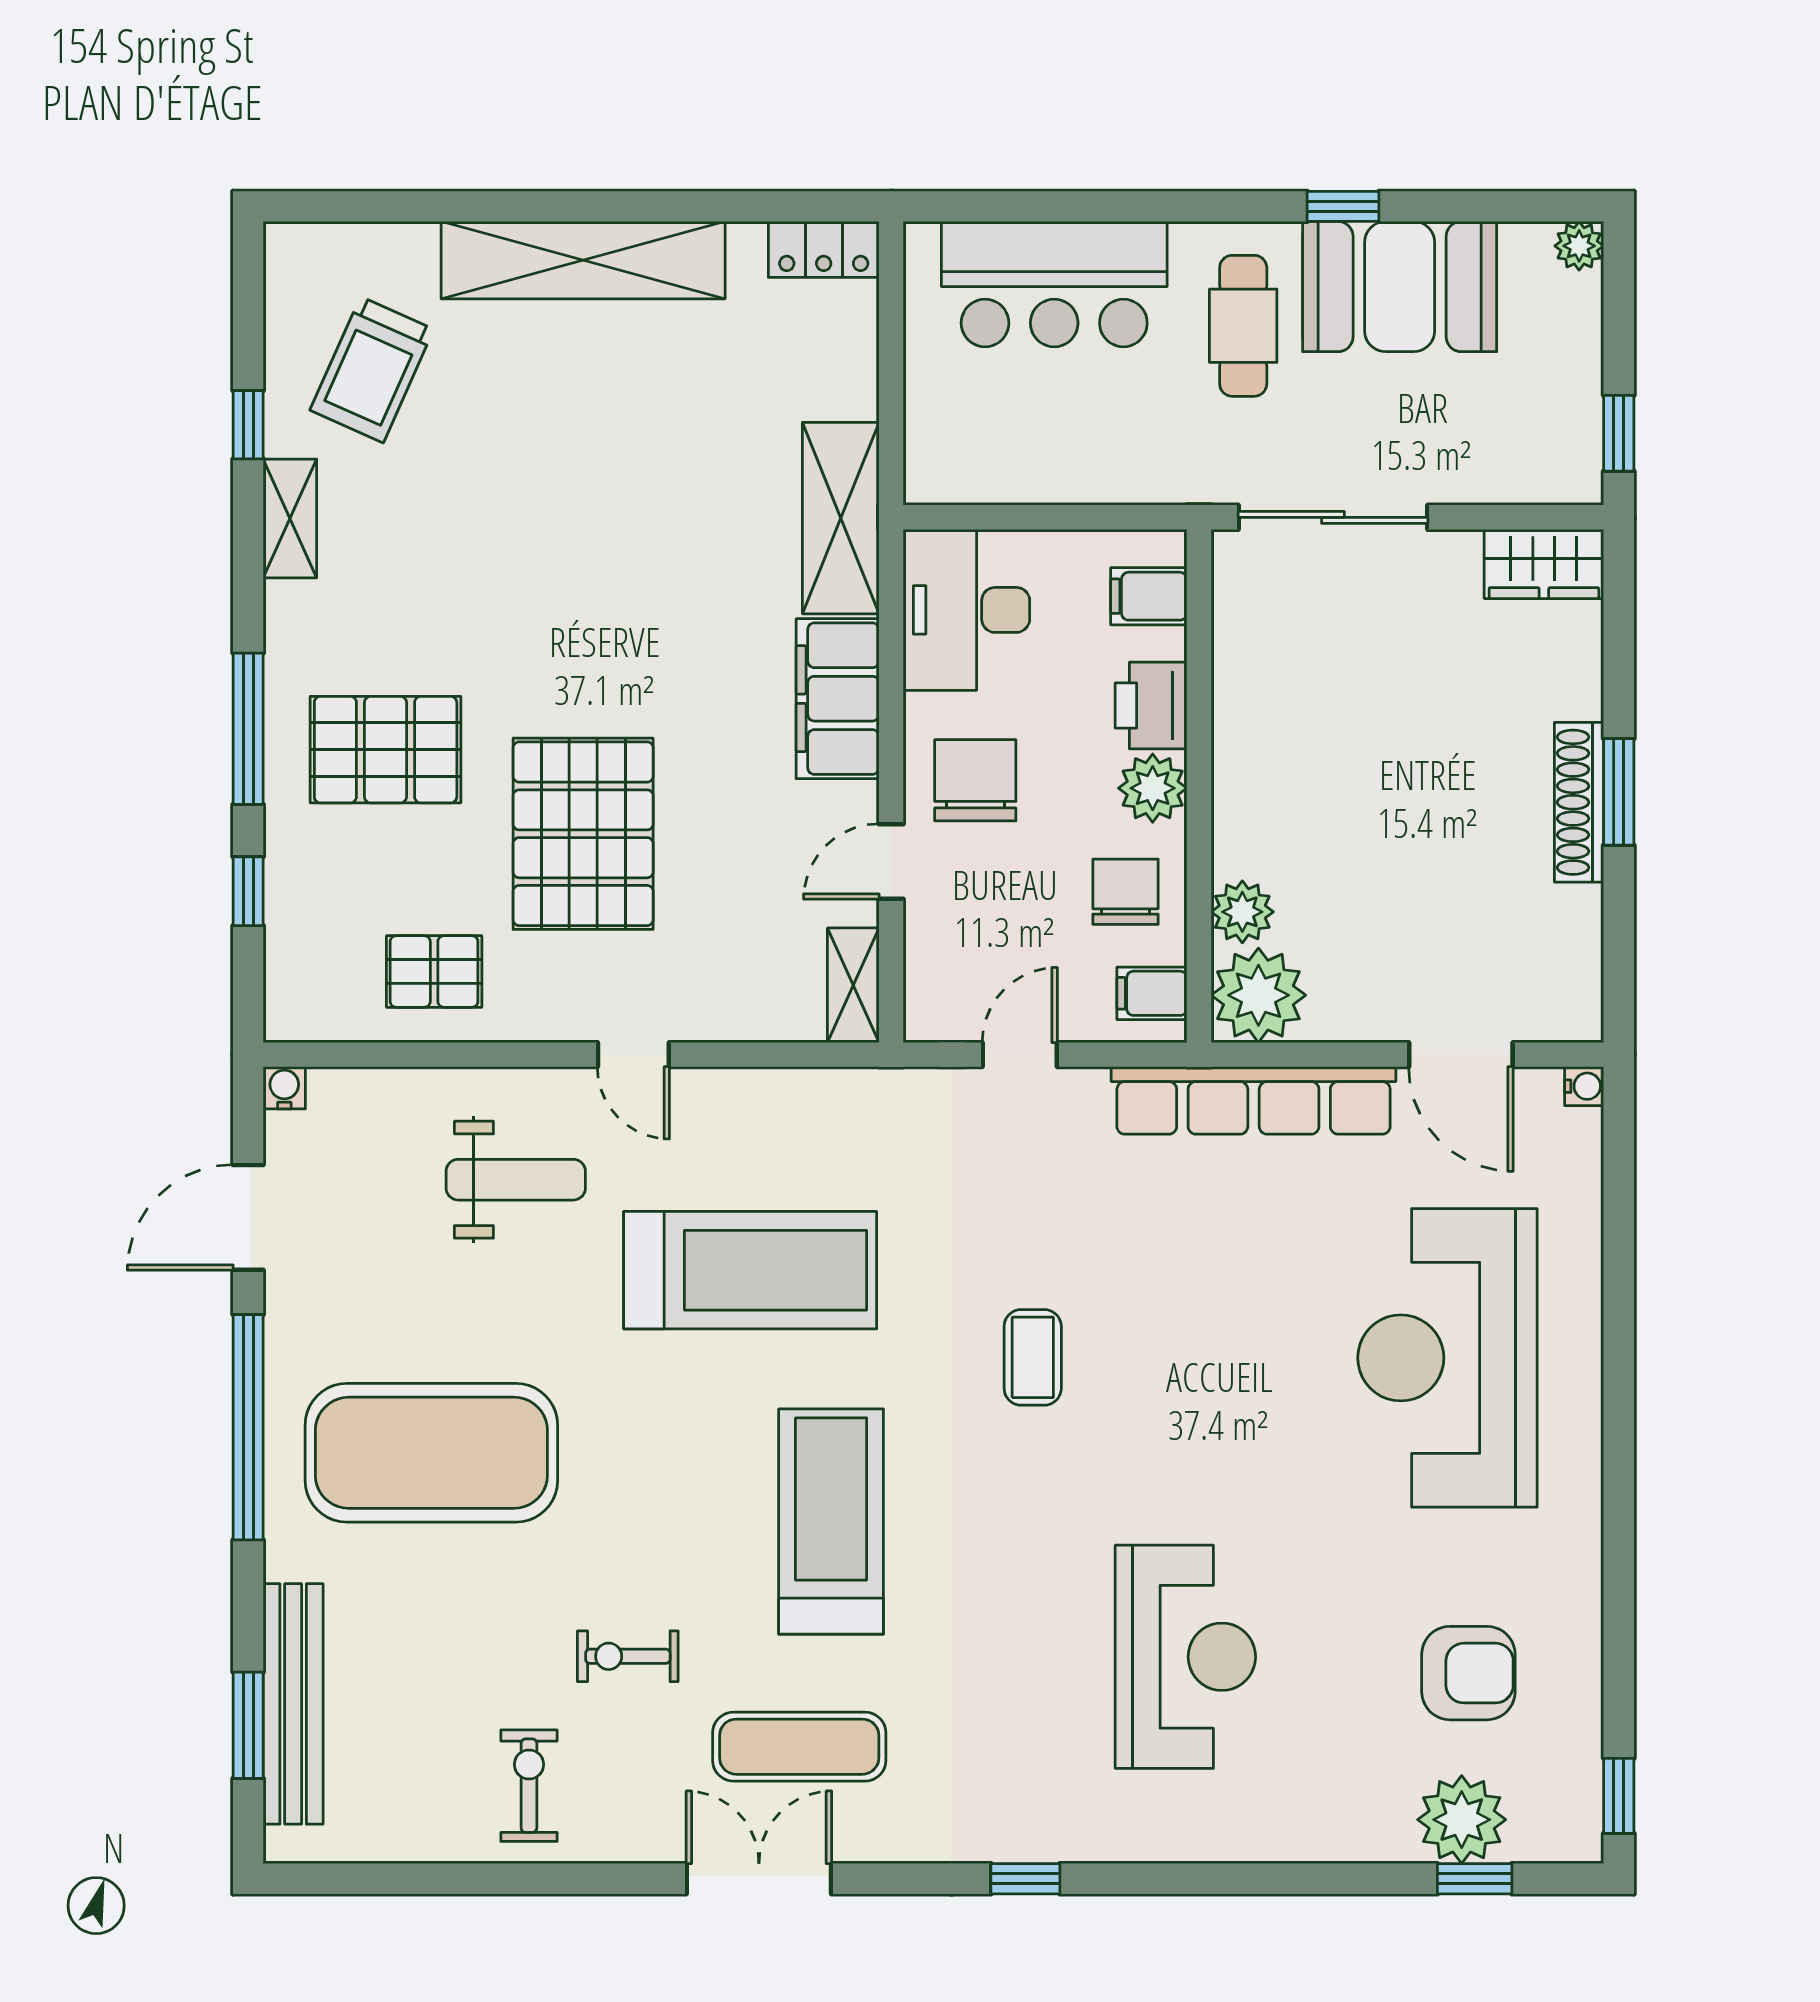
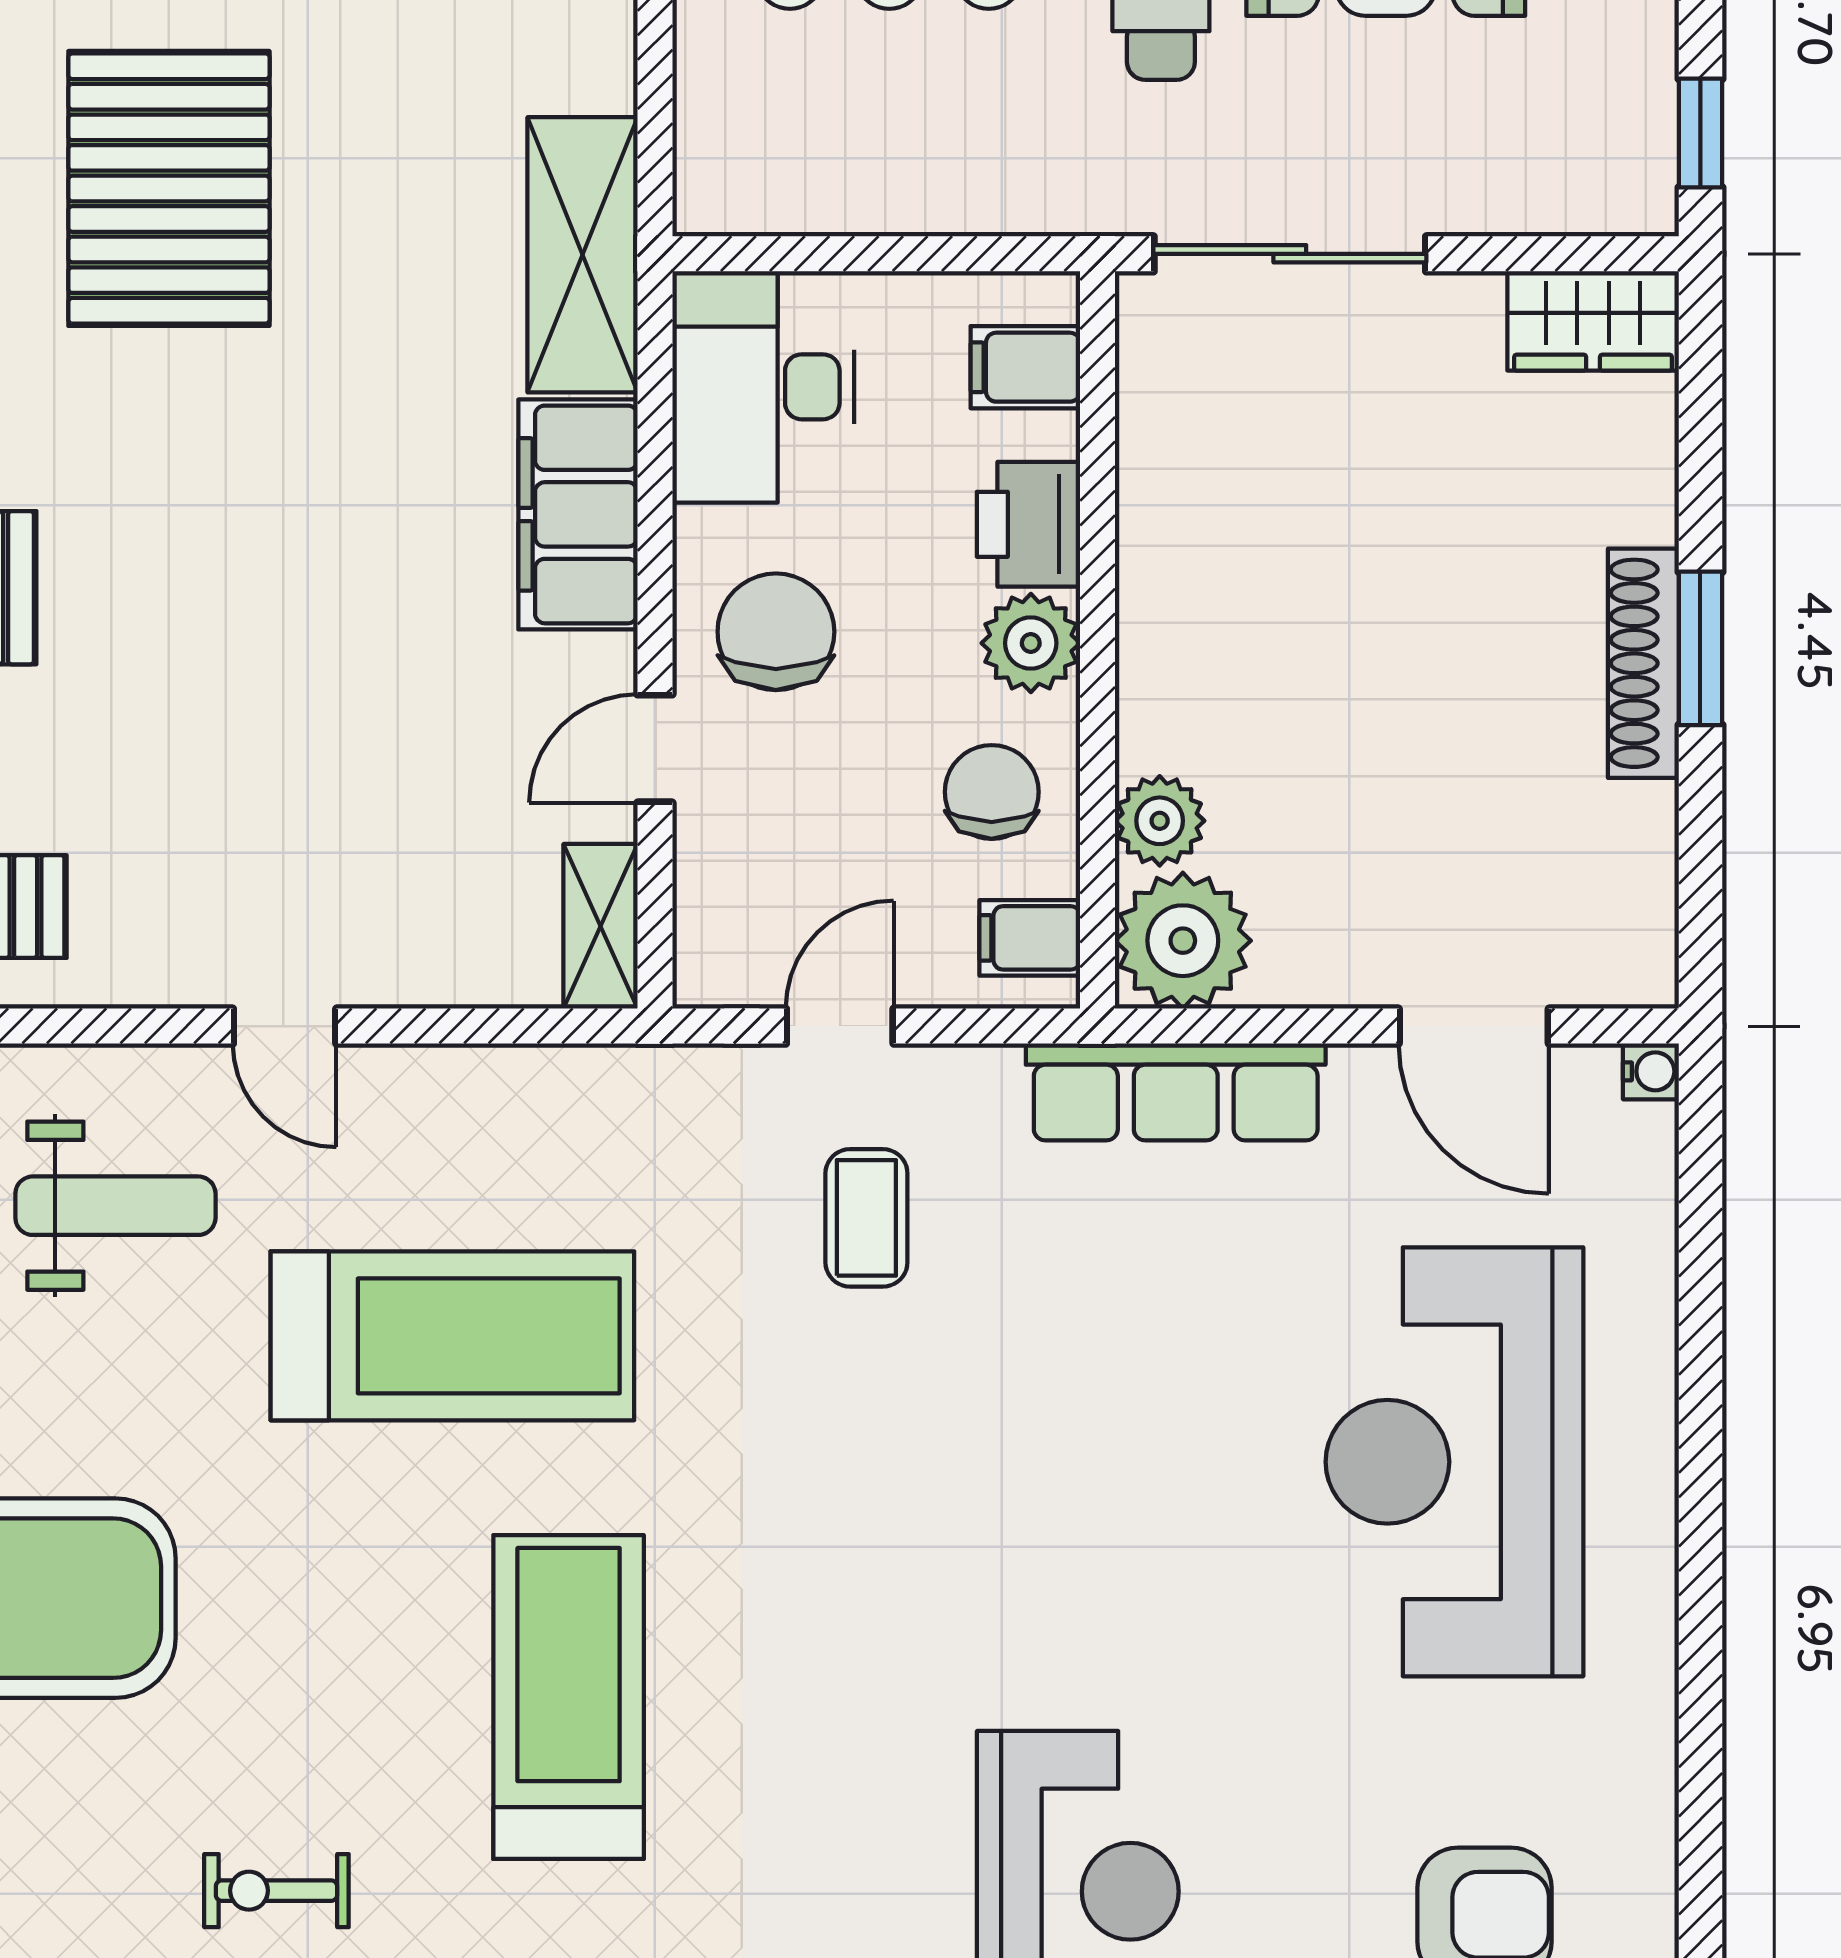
pallet: (583, 834) -> (169, 188), moved
row of seats: (1254, 1100) -> (1176, 1092), width x0.73
coffee table: (1033, 1357) -> (866, 1218), moved

